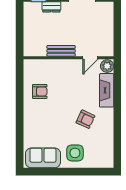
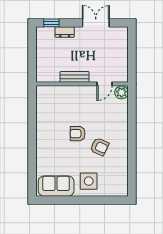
fireplace: (107, 90) -> (121, 117), removed
armchair: (40, 91) -> (78, 134), moved, turned 180

